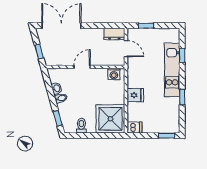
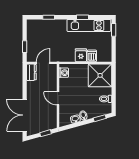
kitchen unit: (172, 70) -> (89, 25), moved
dishwasher: (135, 127) -> (92, 56), moved

